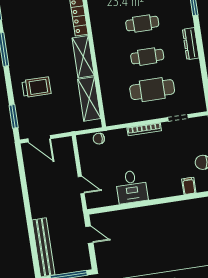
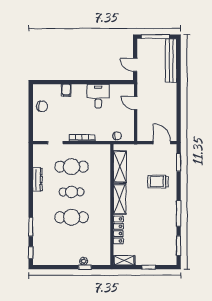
cafe table: (142, 24) -> (72, 217), width x1.37, depth x1.35
dresser: (191, 44) -> (37, 180), moved
filing cabinet: (189, 186) -> (66, 90), moved

